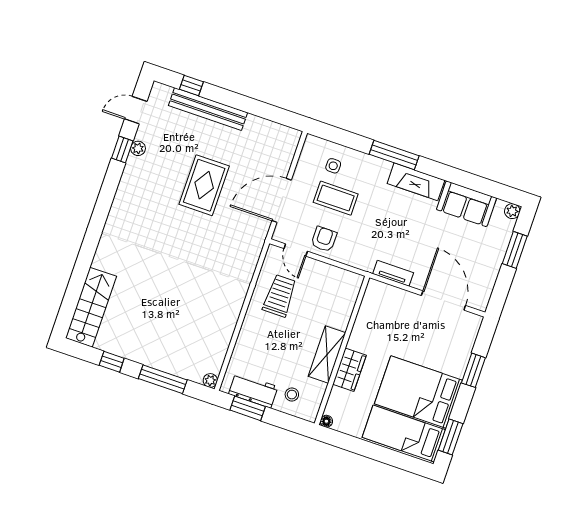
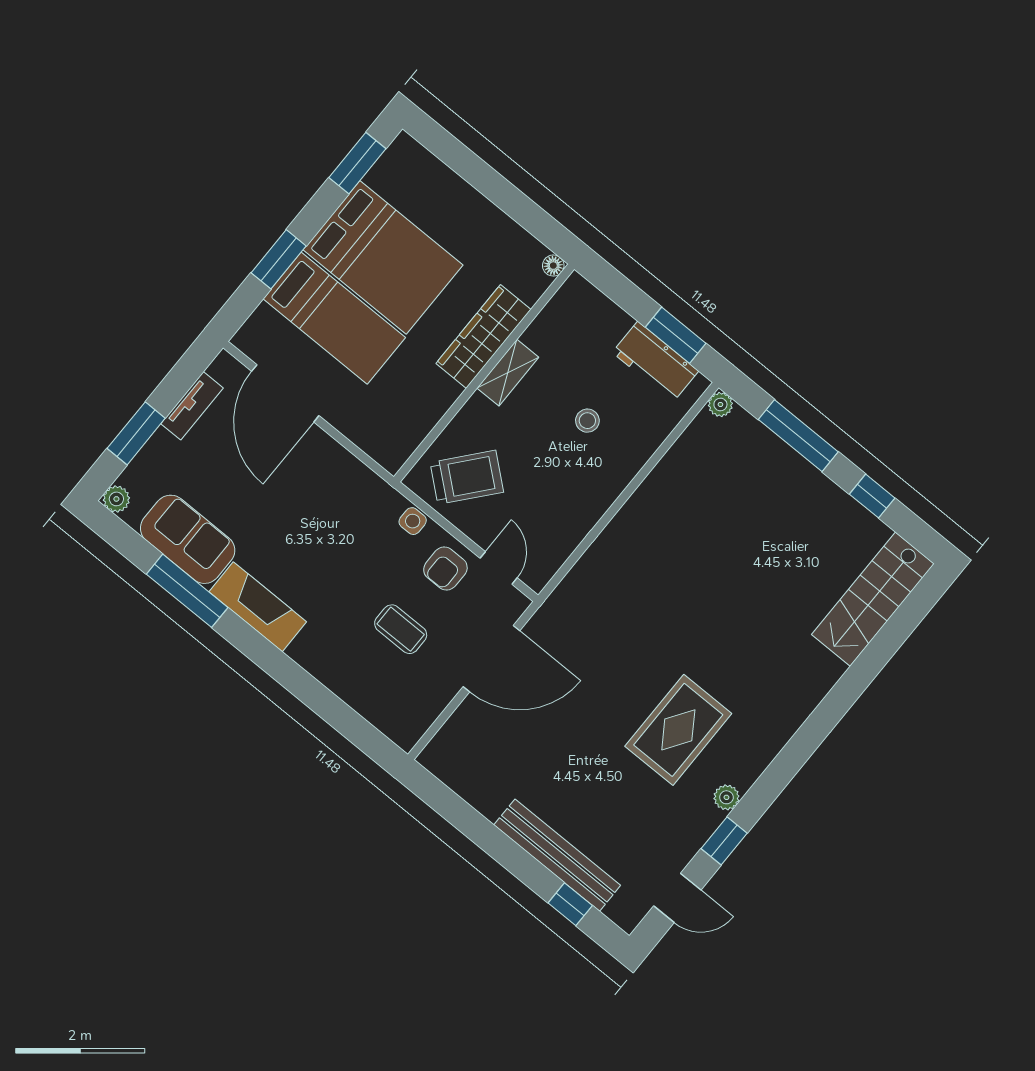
plant: (138, 148) -> (726, 797), moved
window: (394, 155) -> (187, 591), moved
side table: (333, 166) -> (413, 521), moved
rug: (204, 185) -> (678, 730), moved
coffee table: (336, 198) -> (401, 629), width x0.73, depth x0.77
tv unit: (393, 273) -> (192, 406), moved, turned -90
trolley: (280, 296) -> (467, 477), moved, turned -140
shelving: (327, 355) -> (508, 373), width x0.67, depth x0.75
wardrobe: (349, 370) -> (483, 336), width x1.50
stool: (292, 395) -> (587, 421), moved
bed: (404, 434) -> (334, 318), moved

